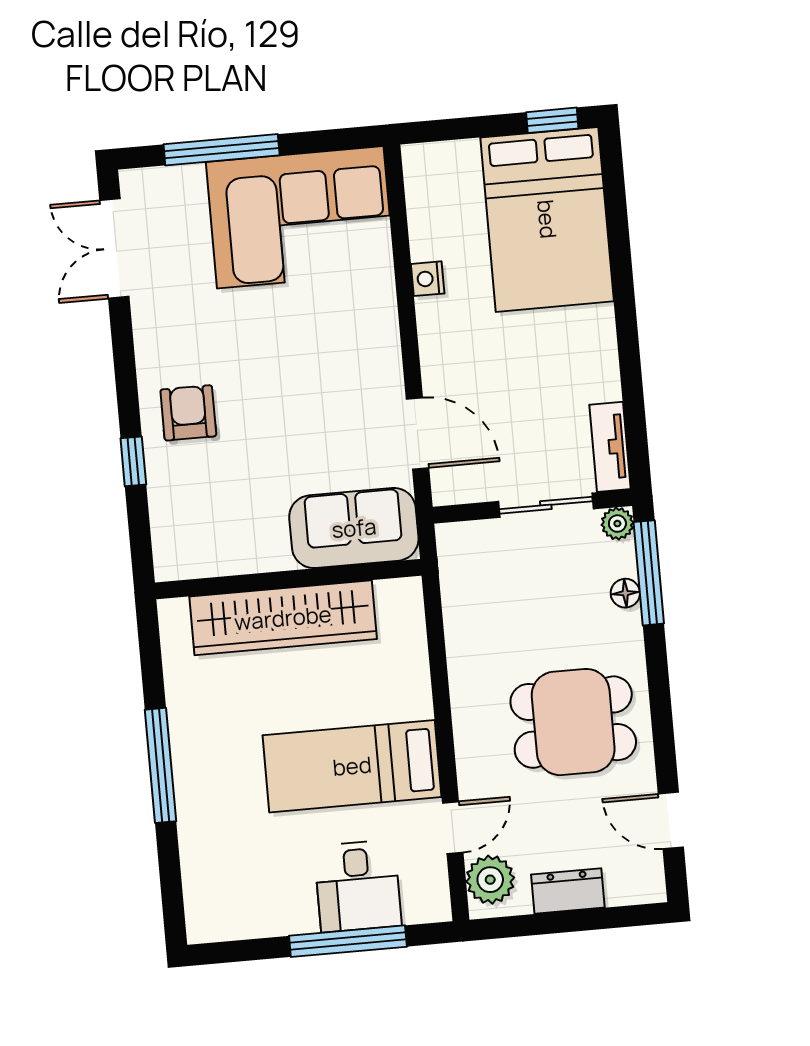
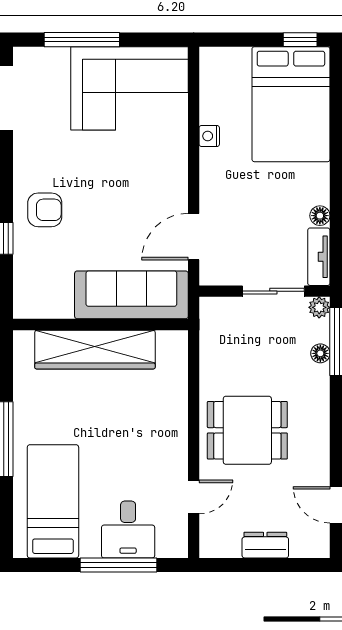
floor lamp: (606, 384) -> (320, 216), added
armchair: (188, 413) -> (45, 210), turned 90
door: (418, 433) -> (194, 237), swing flipped
sofa: (354, 528) -> (131, 295), width x1.36
dining table: (573, 722) -> (247, 430), moved
bed: (352, 766) -> (53, 501), moved, turned 90
plant: (490, 880) -> (215, 533), removed

